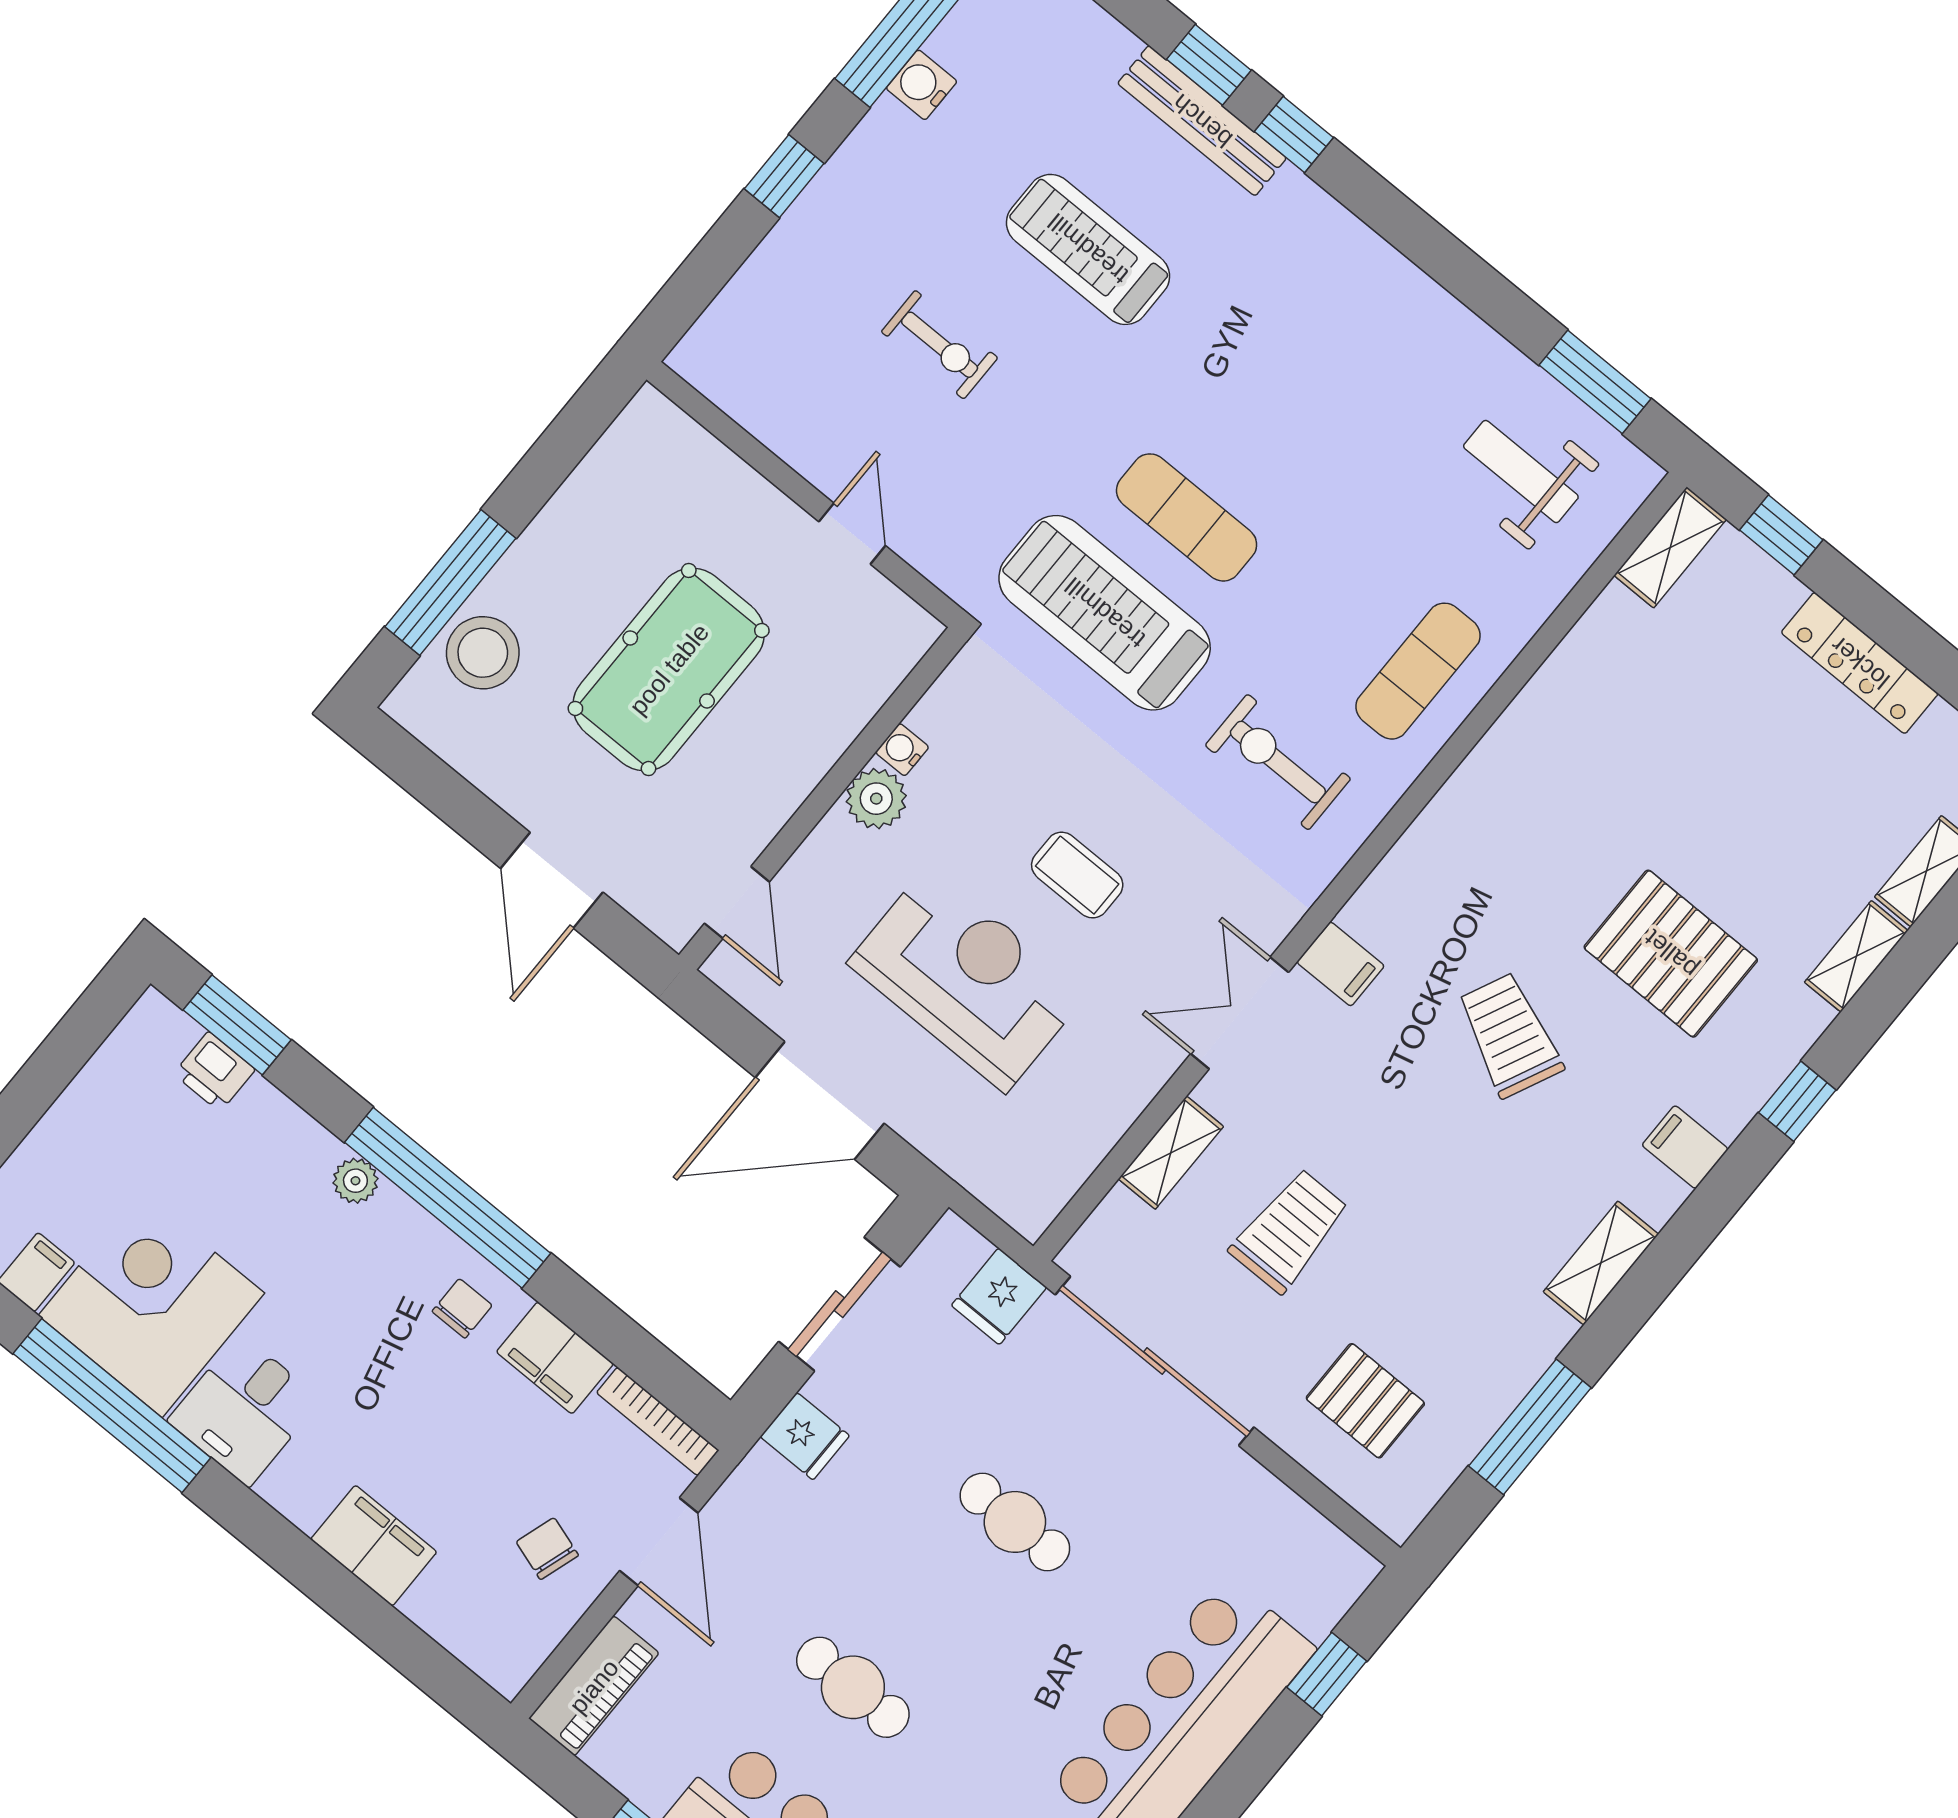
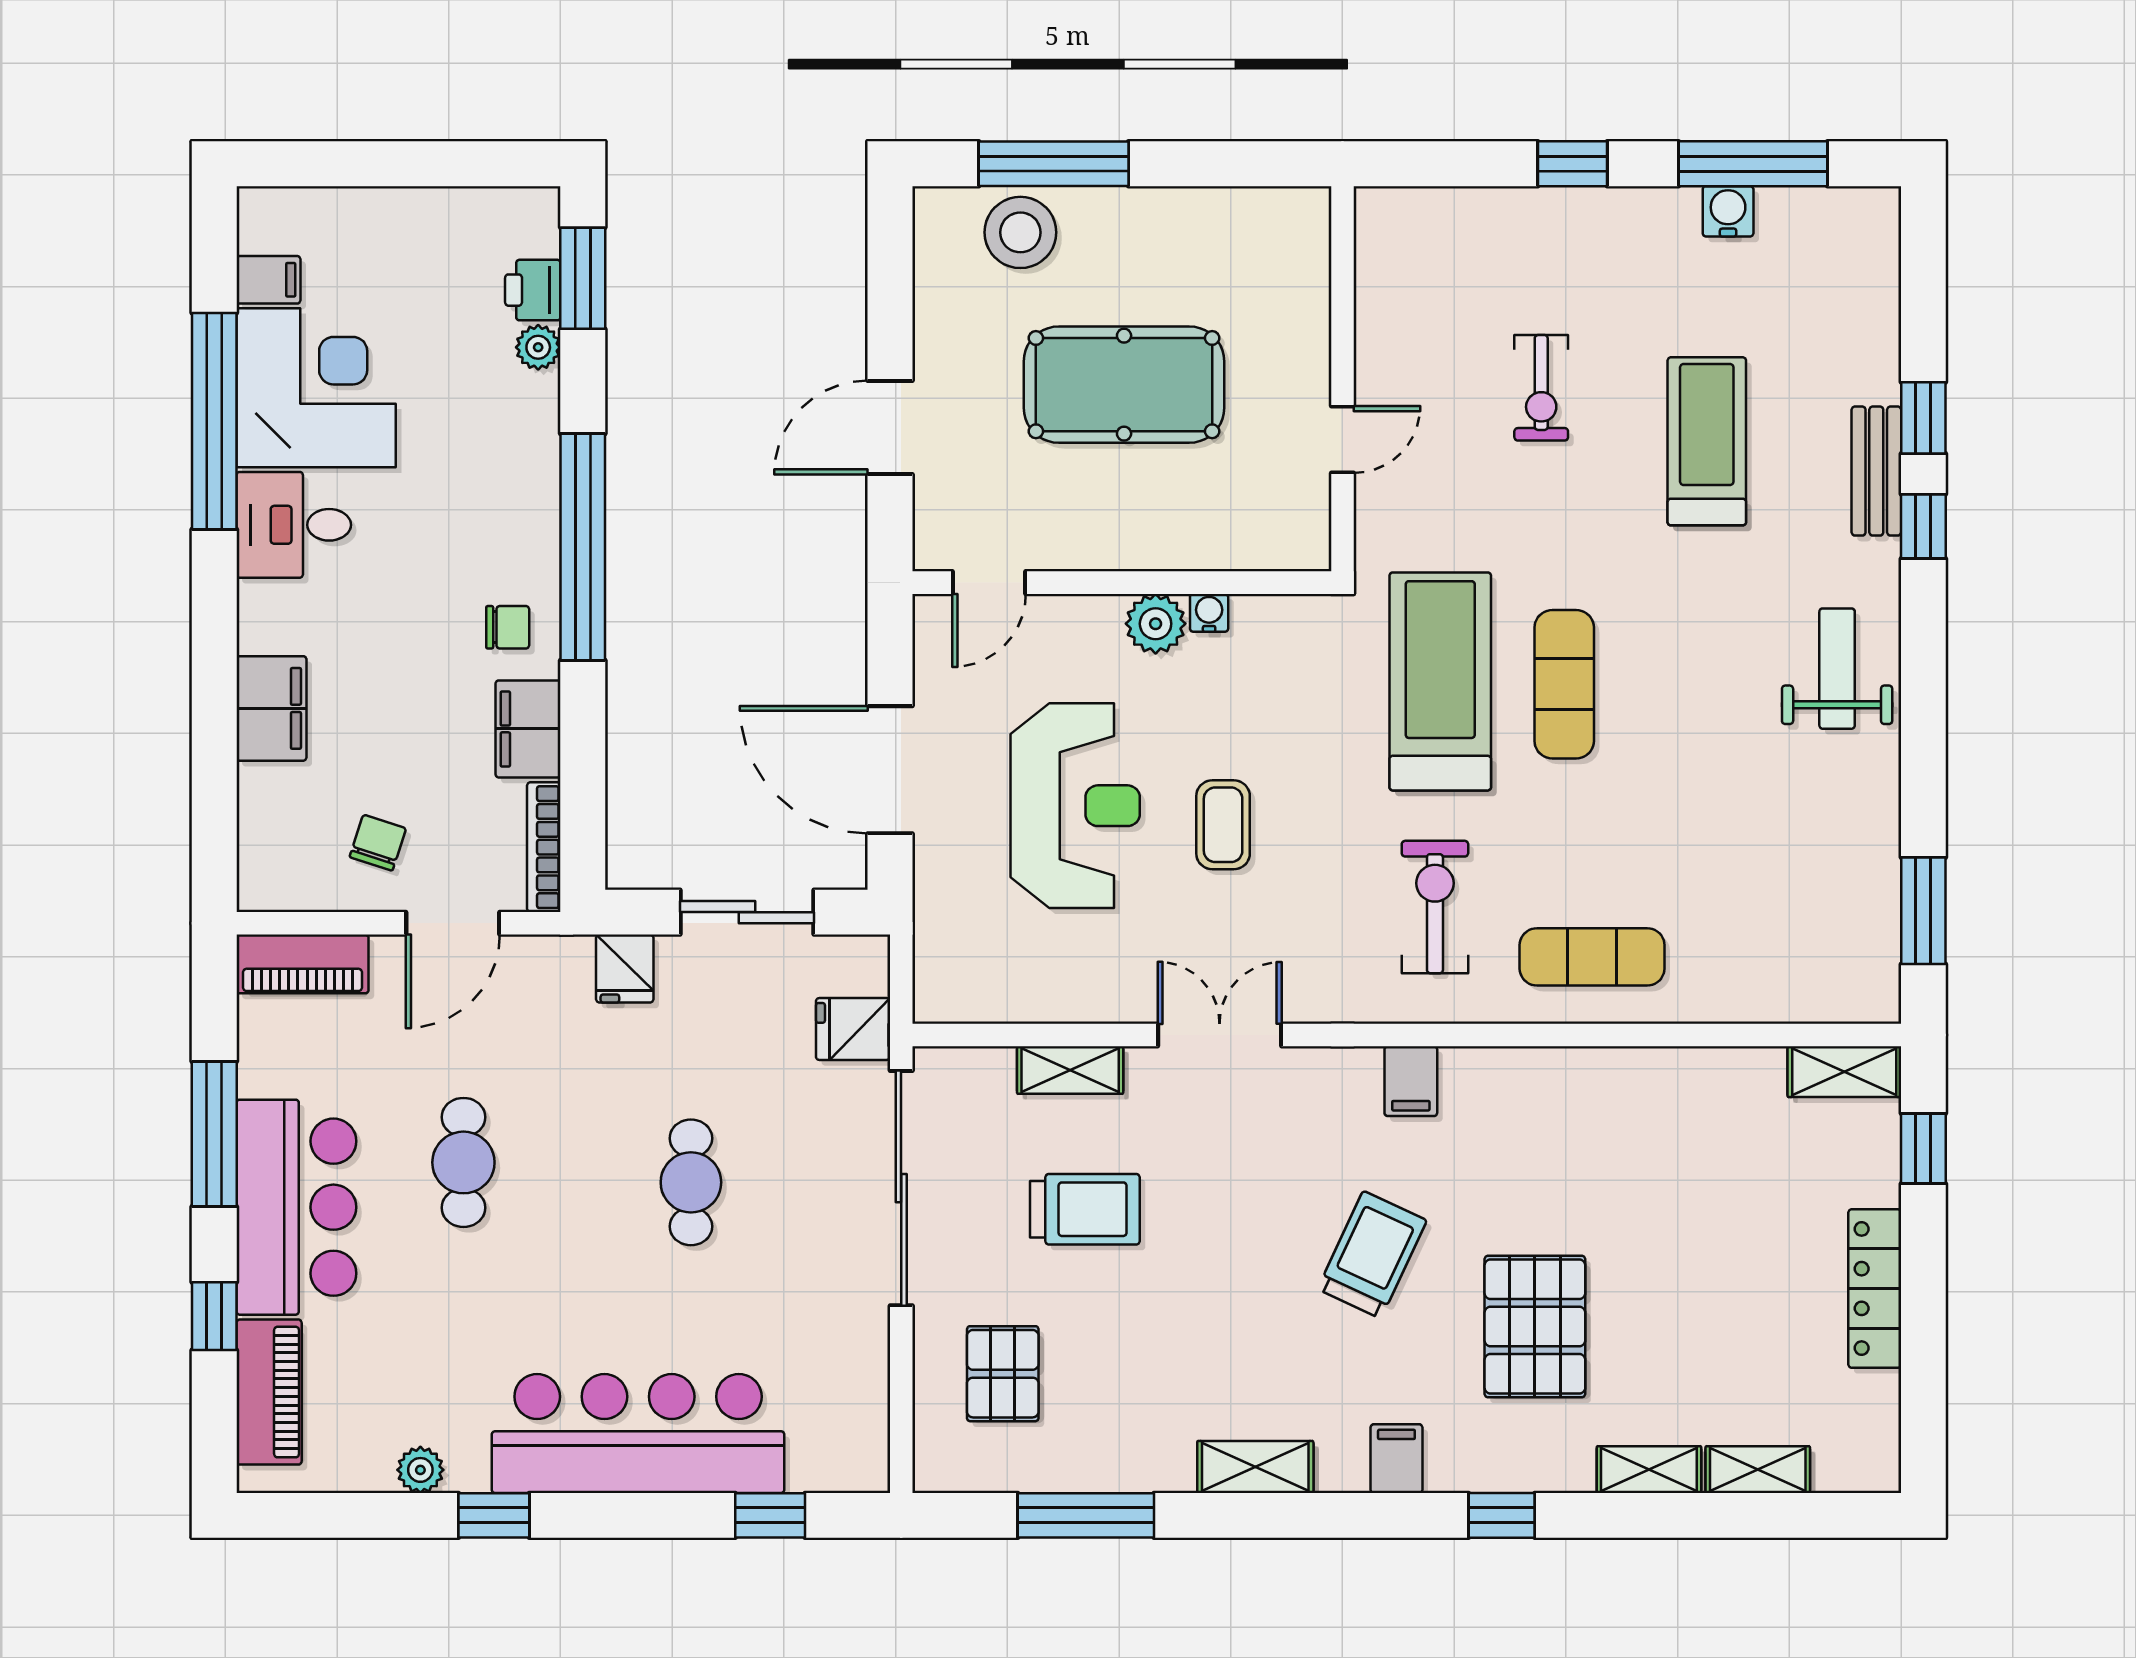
bench: (1202, 121) -> (1876, 471), width x0.73
weight bench: (1521, 472) -> (1837, 669), moved
filing cabinet: (1341, 964) -> (1411, 1081), moved
plant: (355, 1181) -> (538, 347), moved

